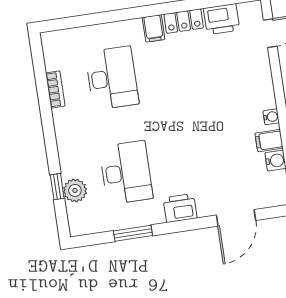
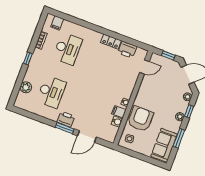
filing cabinet: (154, 28) -> (57, 23), moved
window: (57, 187) -> (28, 59), moved
window: (133, 233) -> (65, 128), moved

